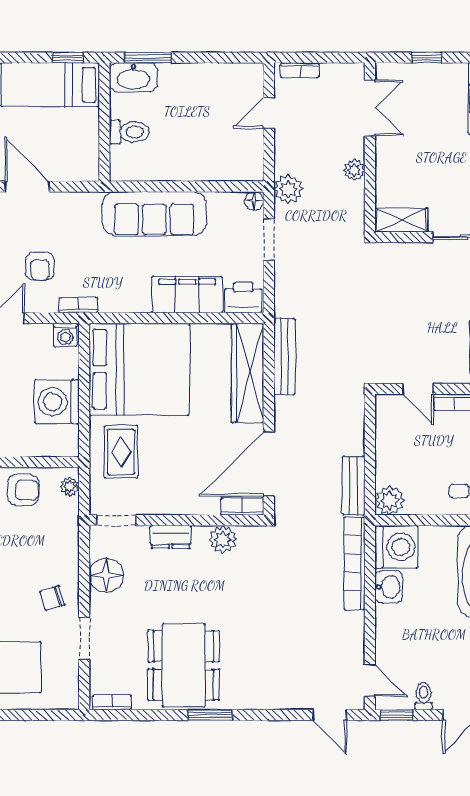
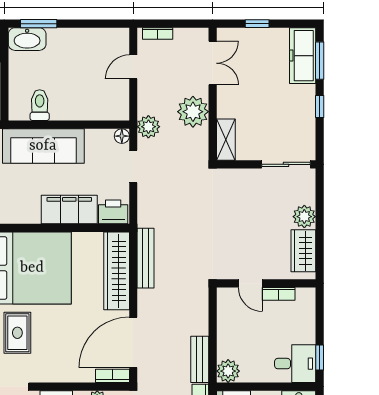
toilet: (129, 132) -> (40, 105), moved, turned -90
plant: (354, 170) -> (193, 112), width x1.88, depth x1.88
shelving: (401, 220) -> (226, 140), moved, turned 90

